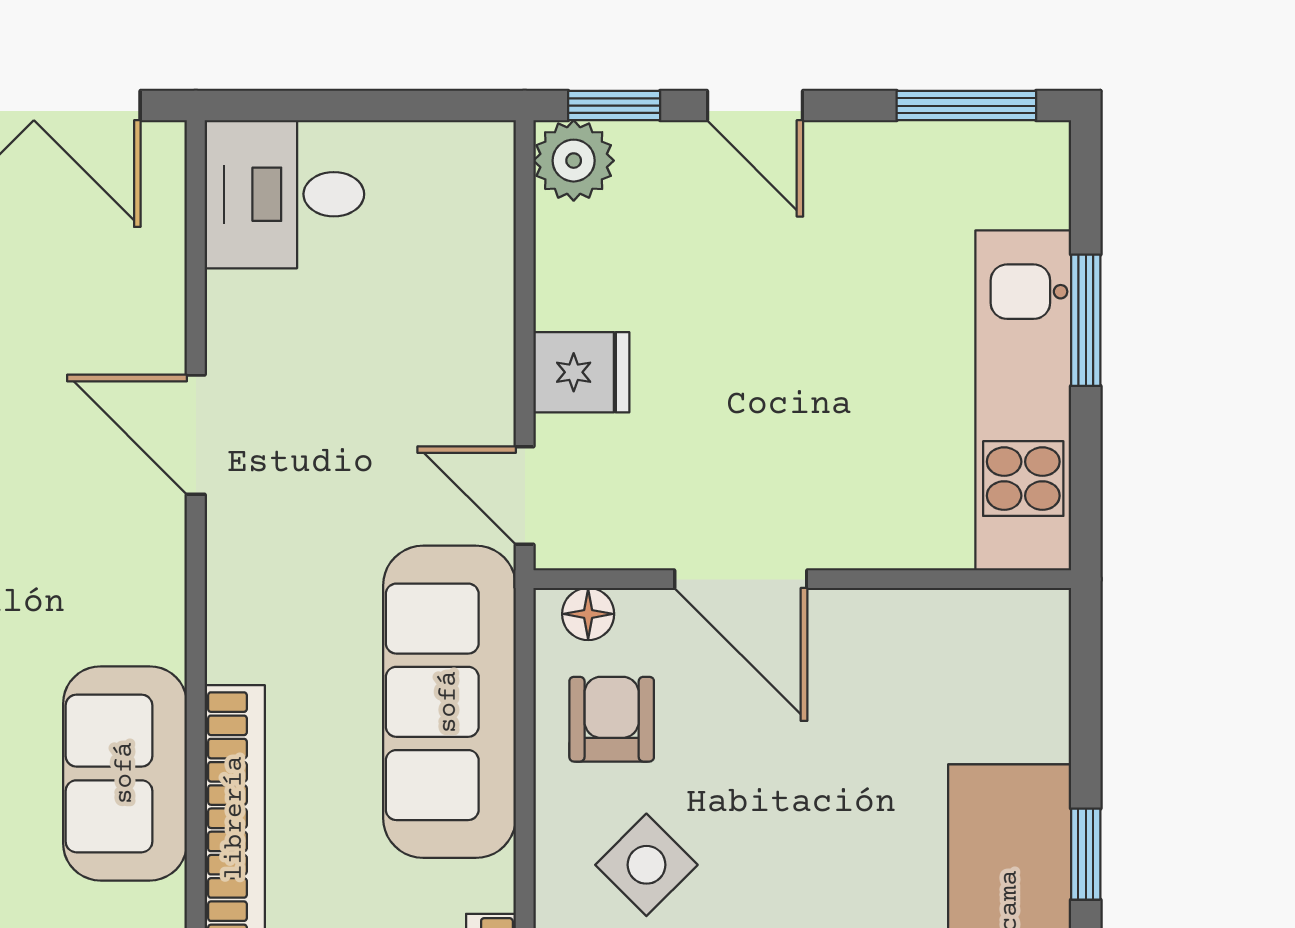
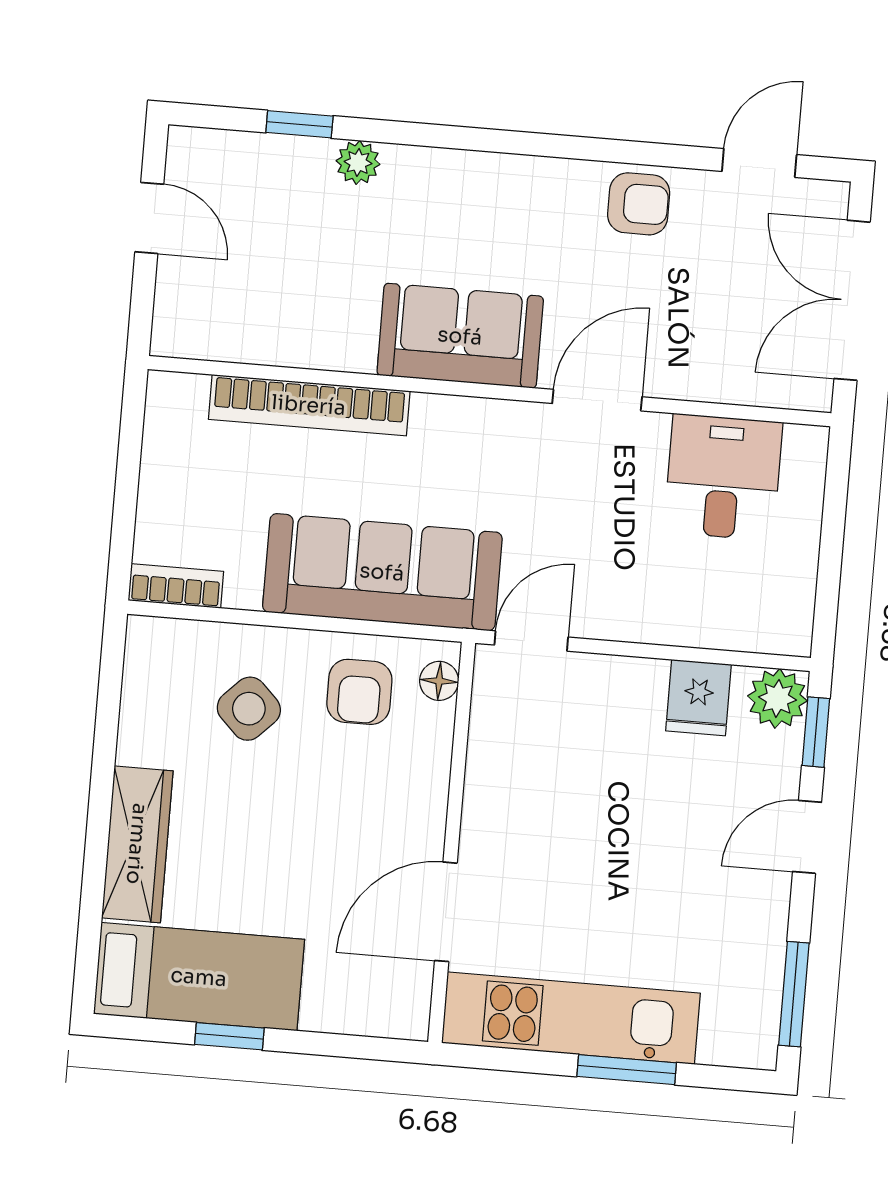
desk: (284, 194) -> (723, 477), moved
fridge: (581, 372) -> (699, 698), moved
door: (741, 579) -> (446, 912), moved
armchair: (612, 719) -> (359, 692), turned 90
sofa: (125, 773) -> (460, 336), moved

